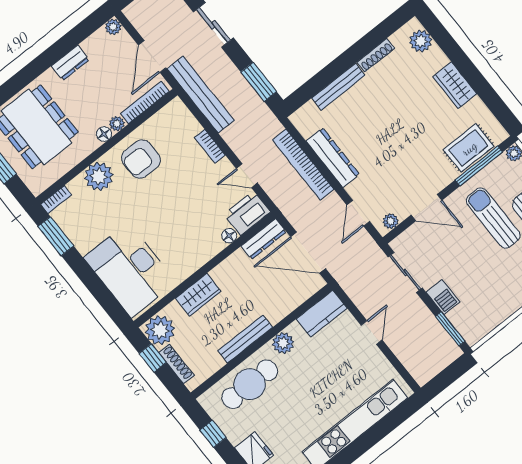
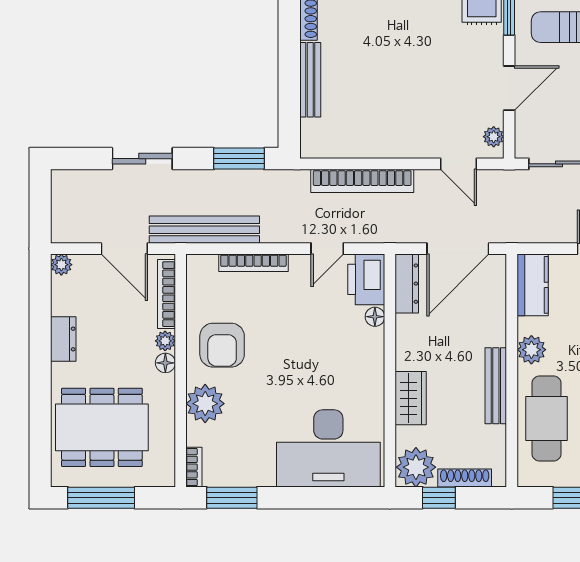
bookcase: (210, 146) -> (253, 263), width x1.56
dresser: (333, 158) -> (379, 144), removed

